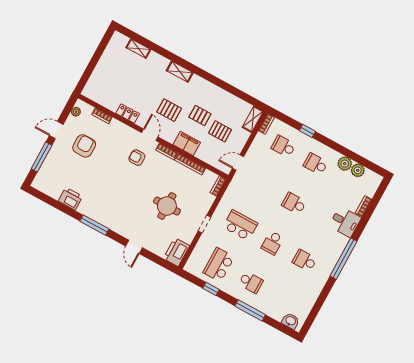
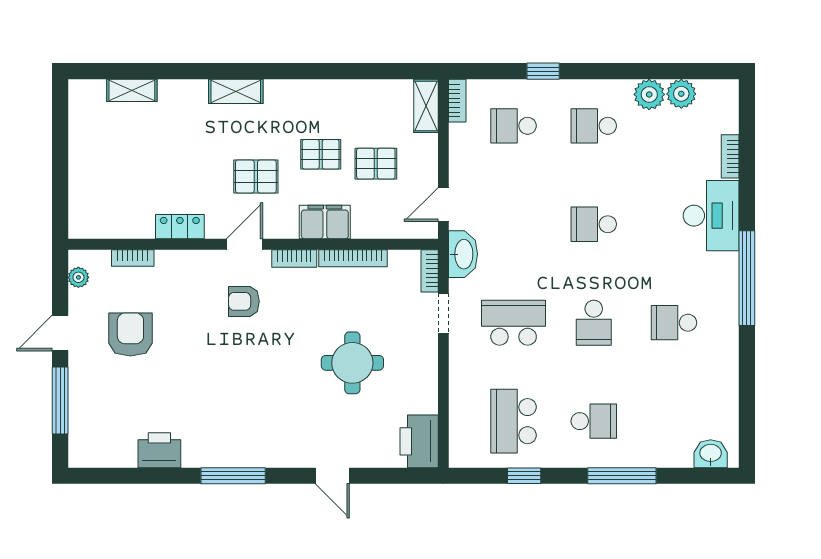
door: (150, 135) -> (245, 244), hinge flipped
washbasin: (235, 187) -> (463, 254), added
desk: (345, 222) -> (711, 216), width x1.37
doorway: (204, 224) -> (443, 313), moved

